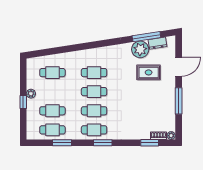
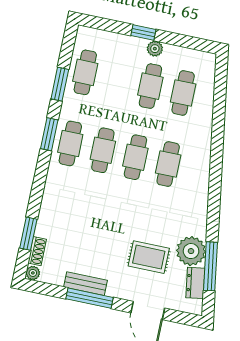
rug: (149, 72) -> (149, 257), turned 90
bench: (171, 105) -> (86, 284), added
cafe table: (52, 111) -> (150, 86), moved
window: (103, 143) -> (49, 134), moved

